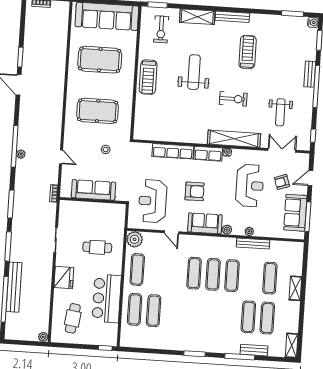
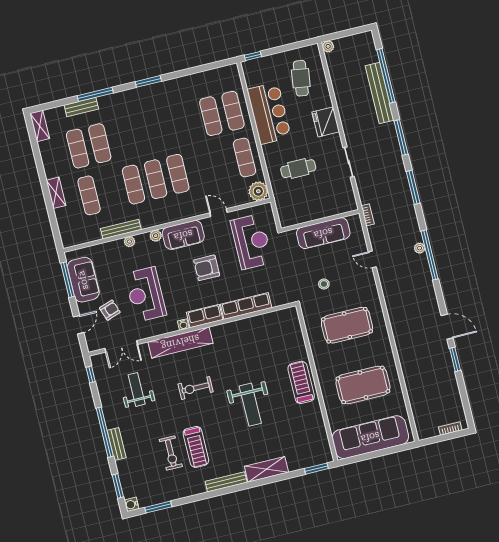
exercise bike: (161, 29) -> (171, 453), moved, turned 180

